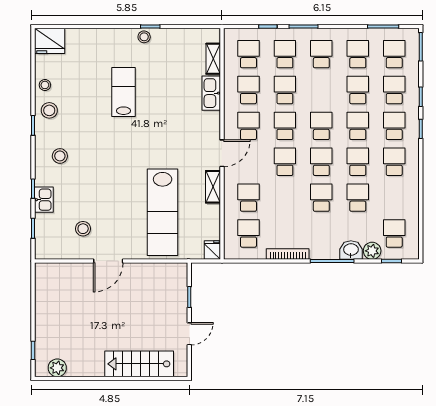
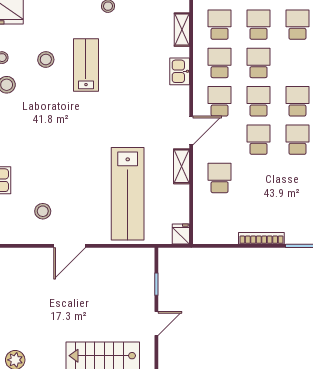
kitchen sink: (211, 93) -> (180, 71), width x0.73
stool: (60, 156) -> (46, 59), moved
school desk: (321, 198) -> (297, 178), removed
school desk: (248, 233) -> (220, 216), removed

